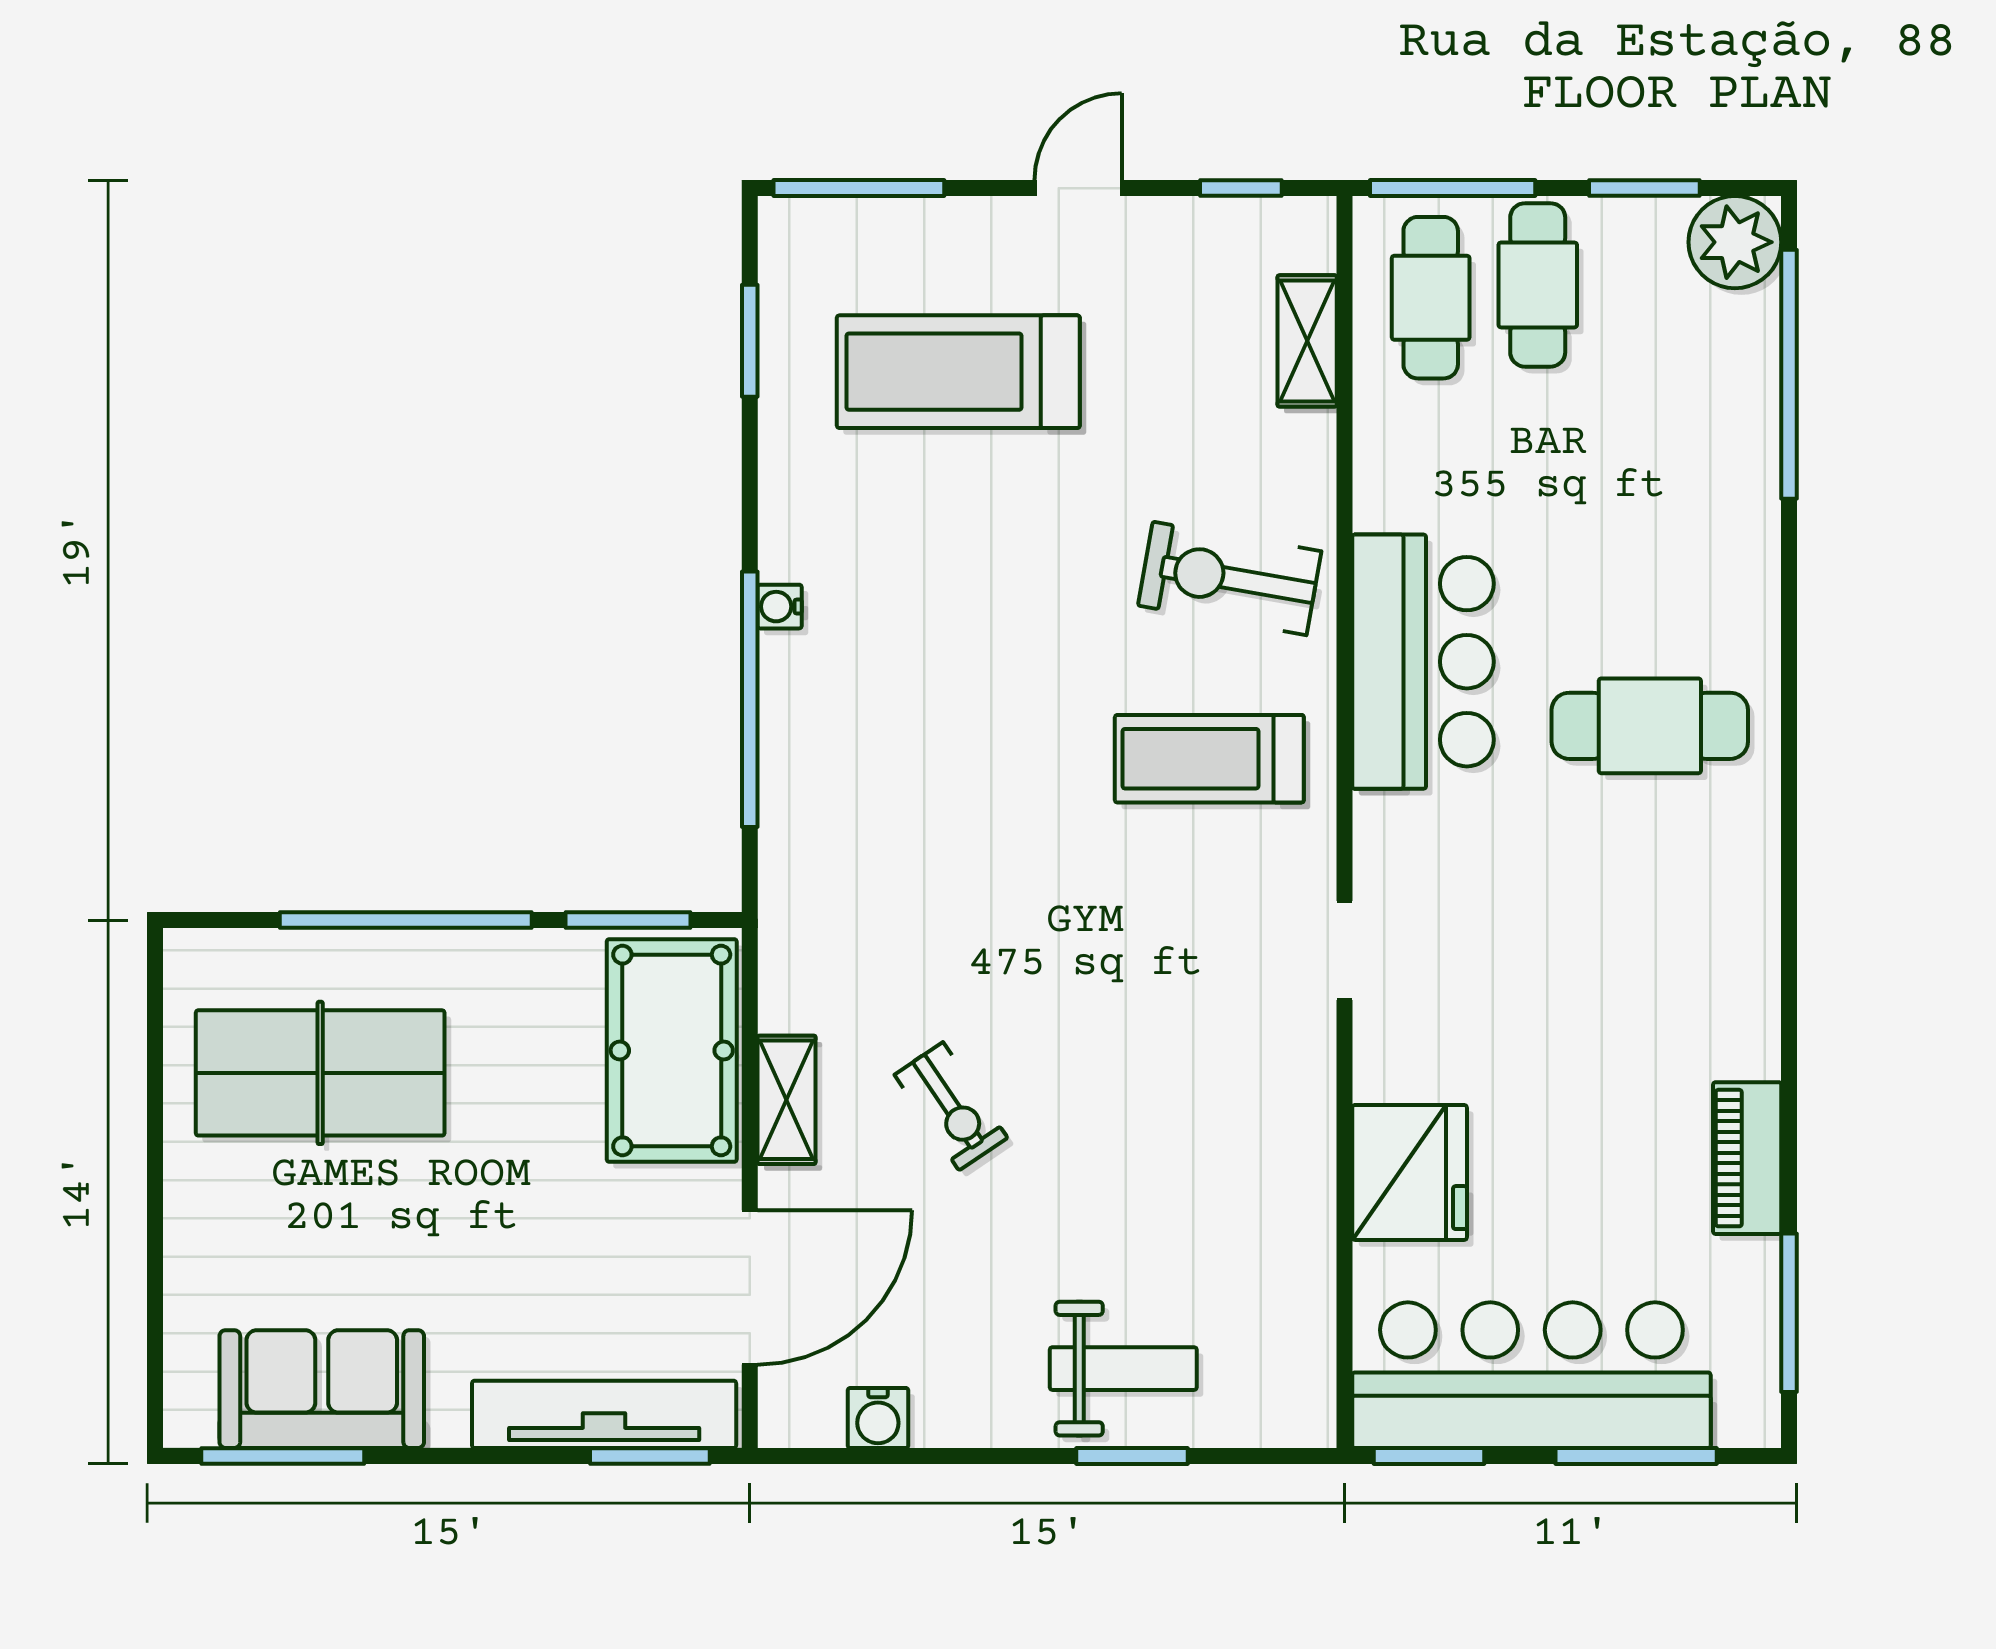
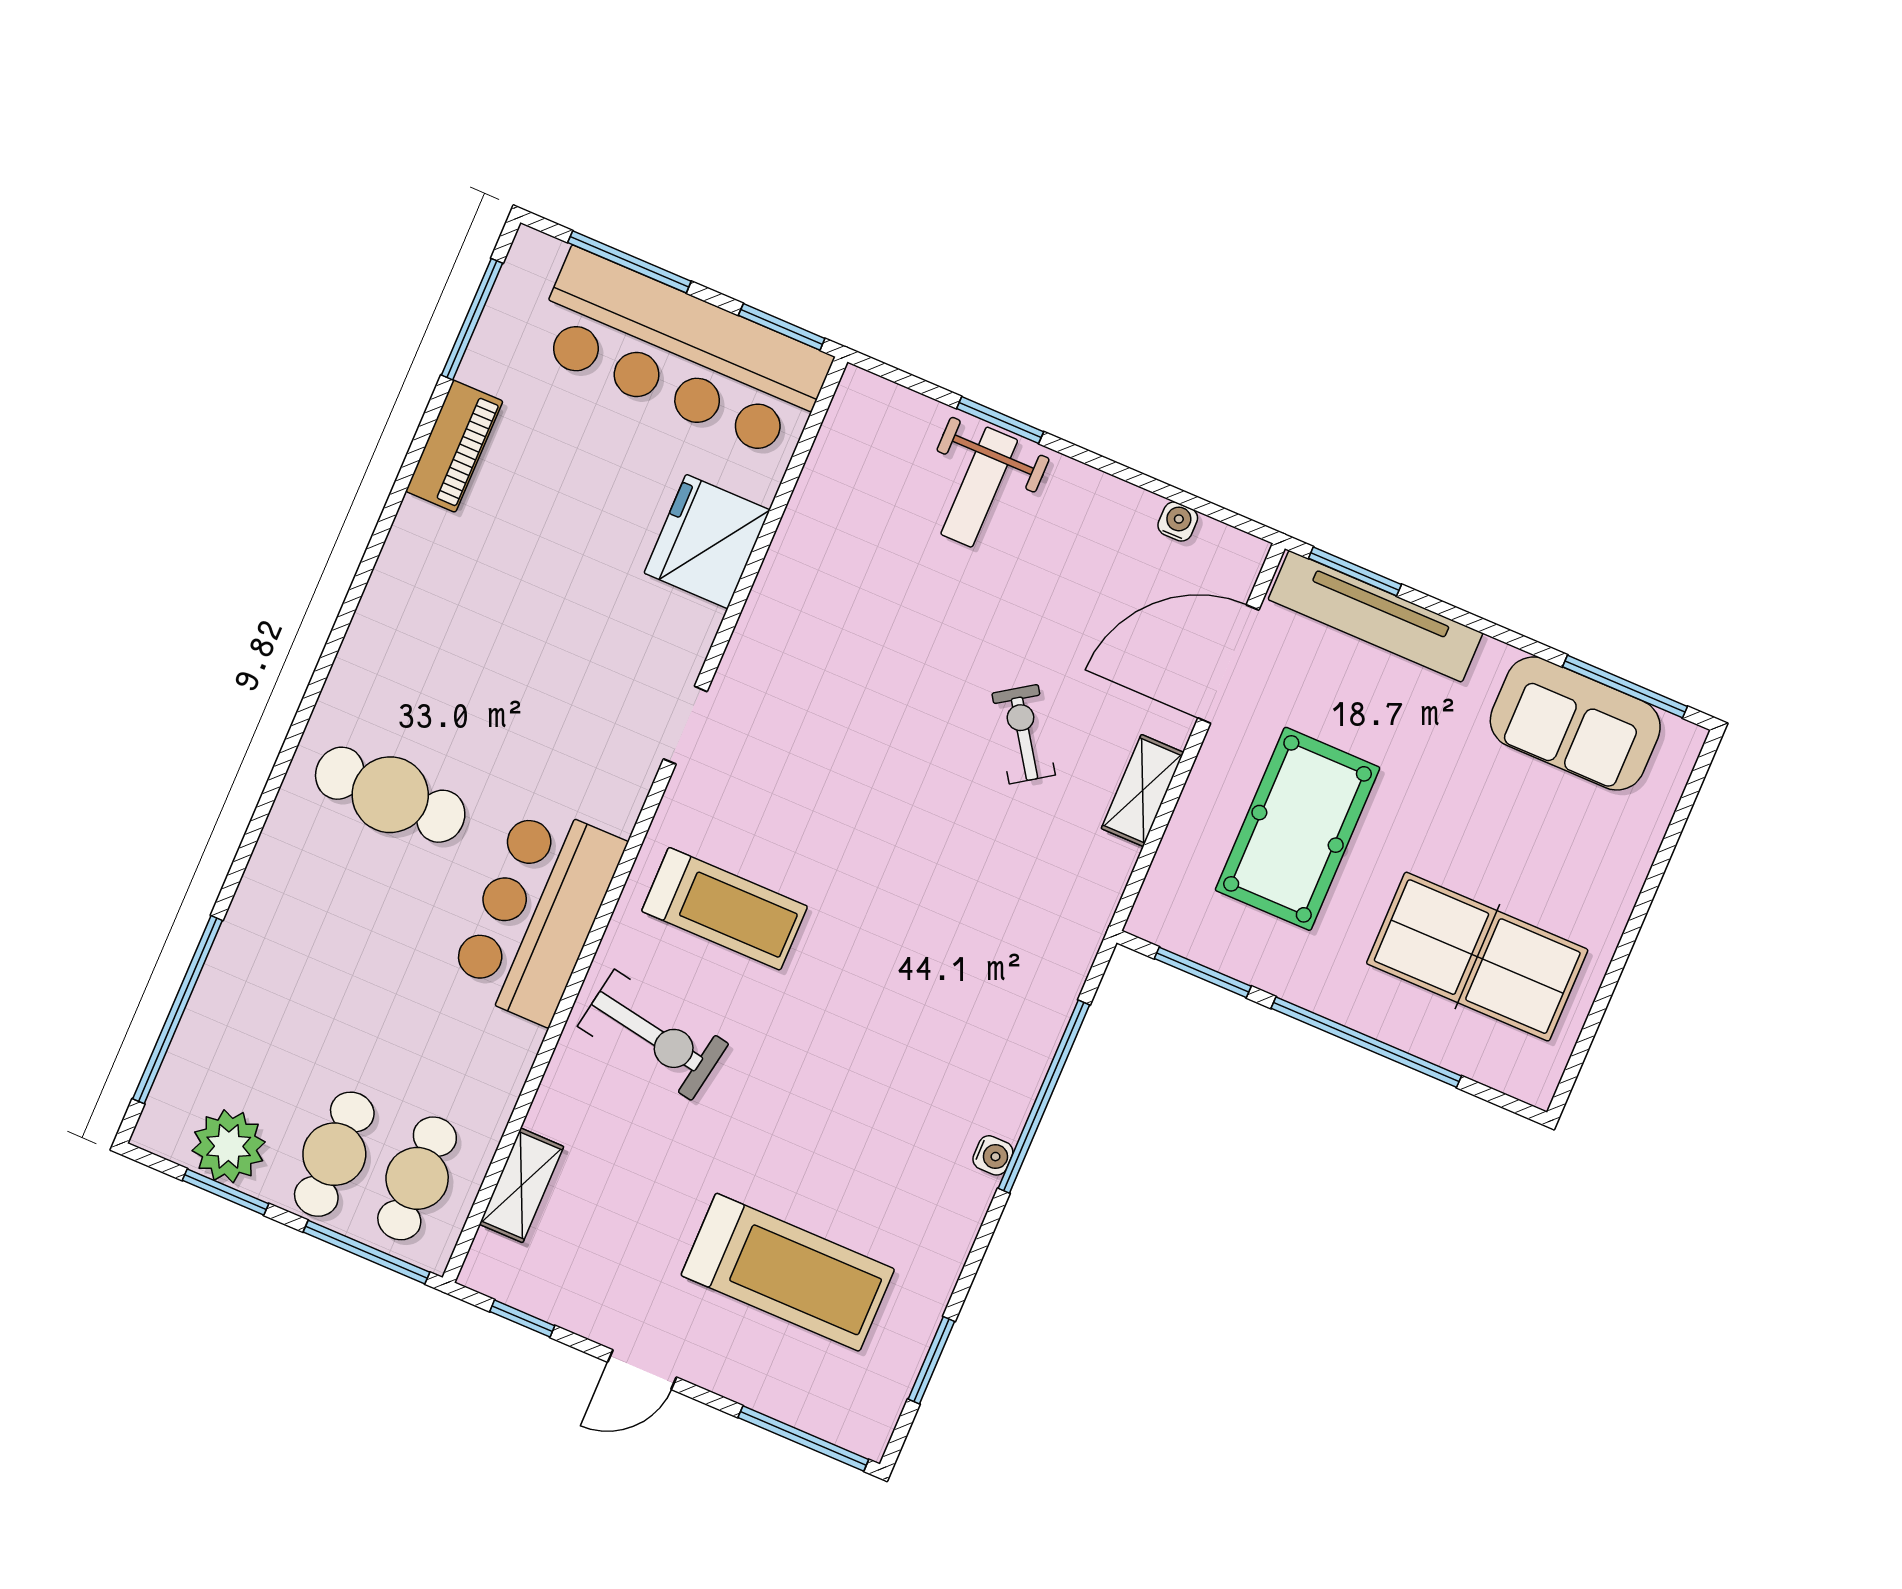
plant: (1735, 242) -> (229, 1146), moved
pool table: (672, 1050) -> (1298, 829), moved
weight bench: (1123, 1369) -> (979, 487), turned -90
water cooler: (878, 1418) -> (1178, 522), width x0.72, depth x0.72

